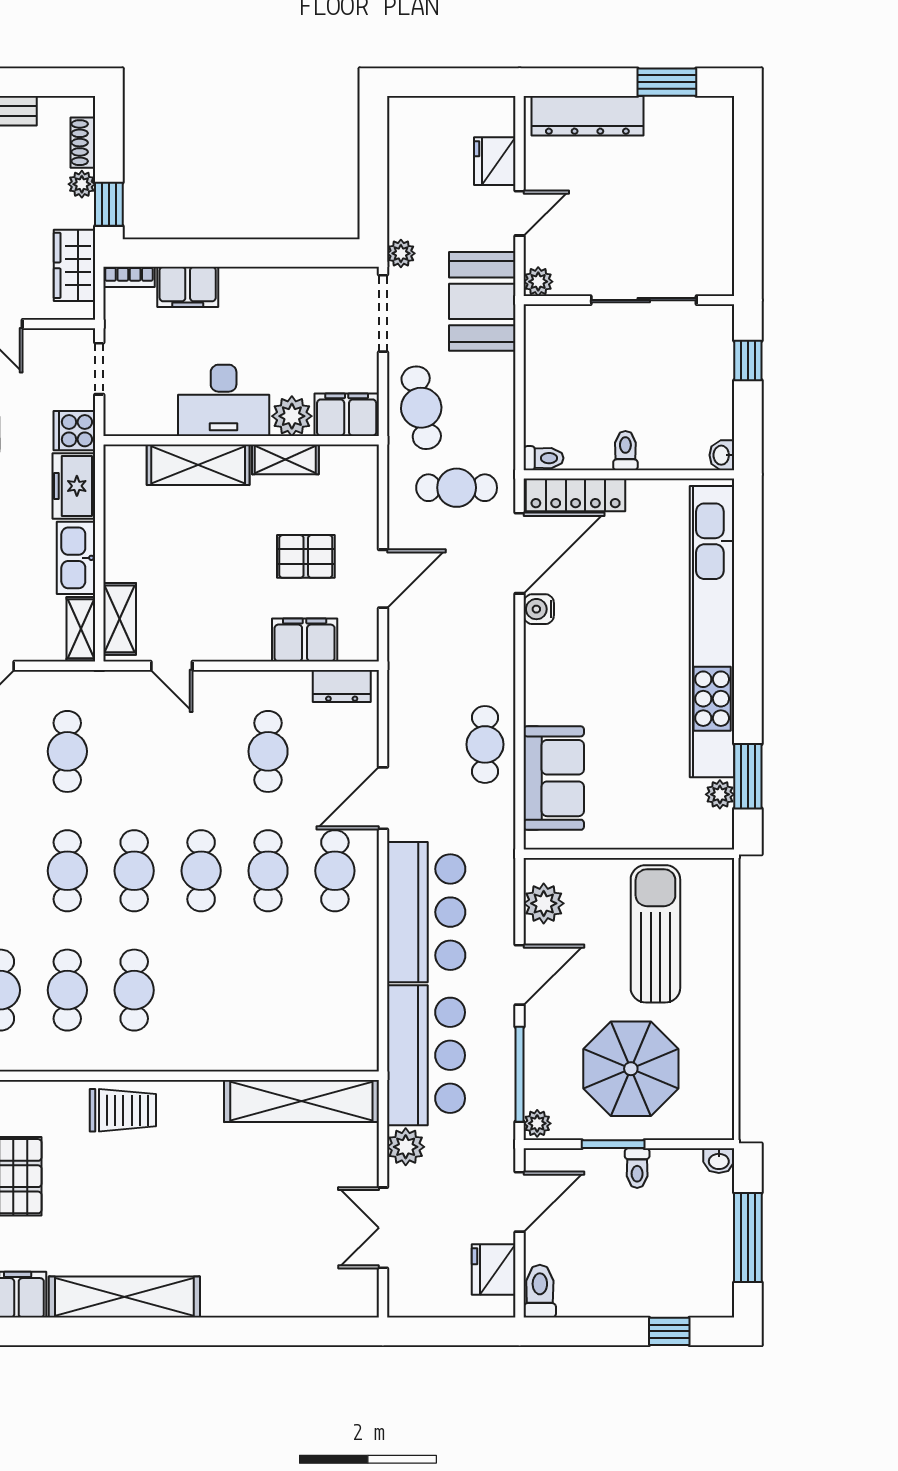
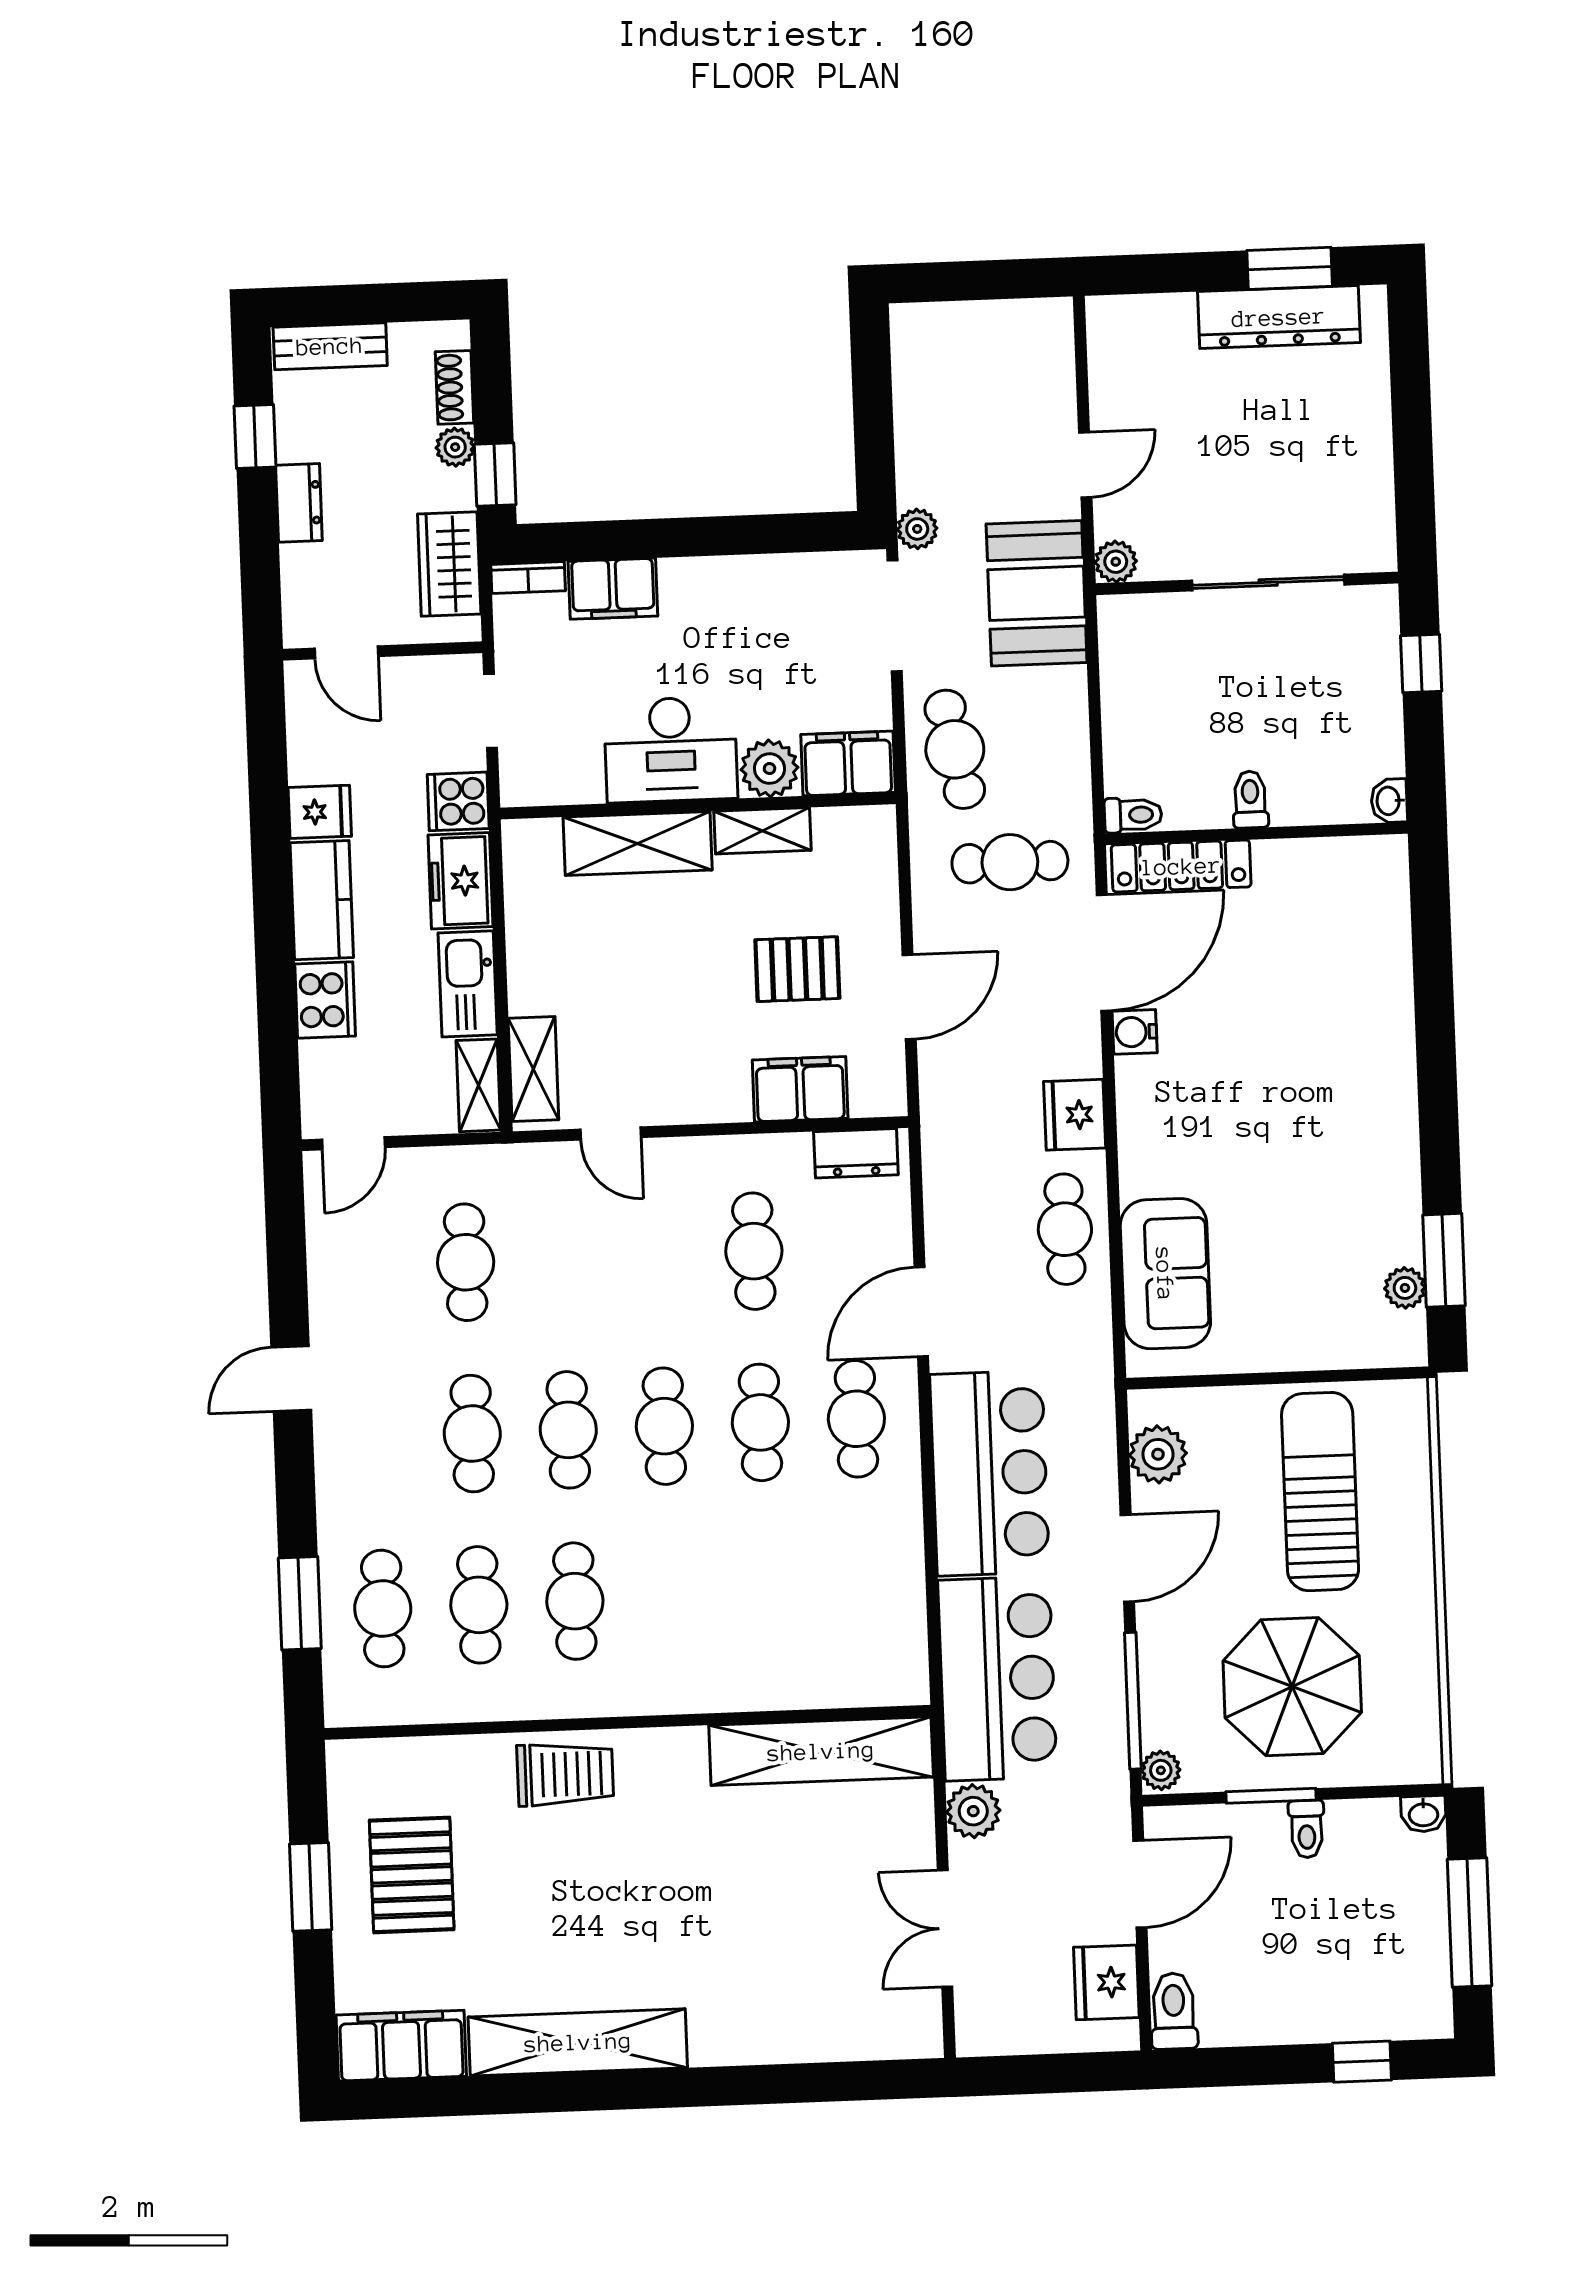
dresser: (587, 116) -> (1279, 317), moved
fridge: (495, 161) -> (1075, 1115), moved
kitchen unit: (712, 632) -> (1385, 1055), removed

